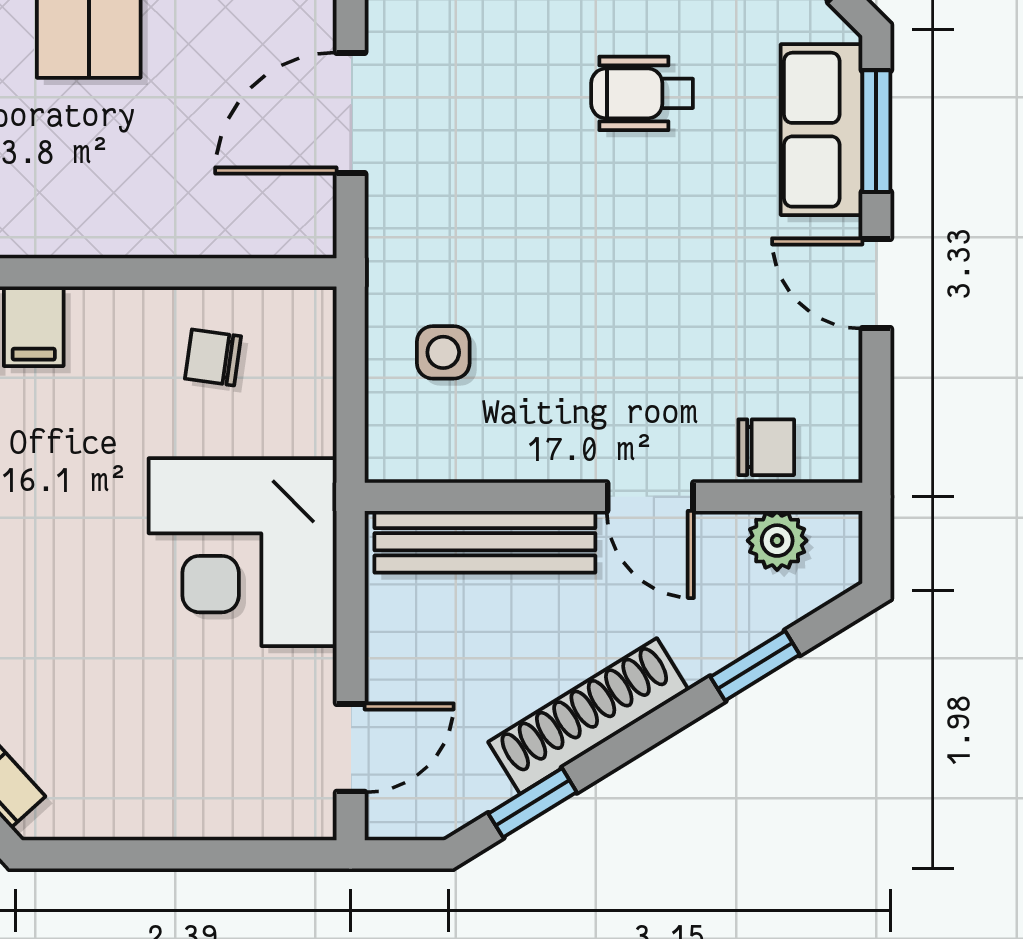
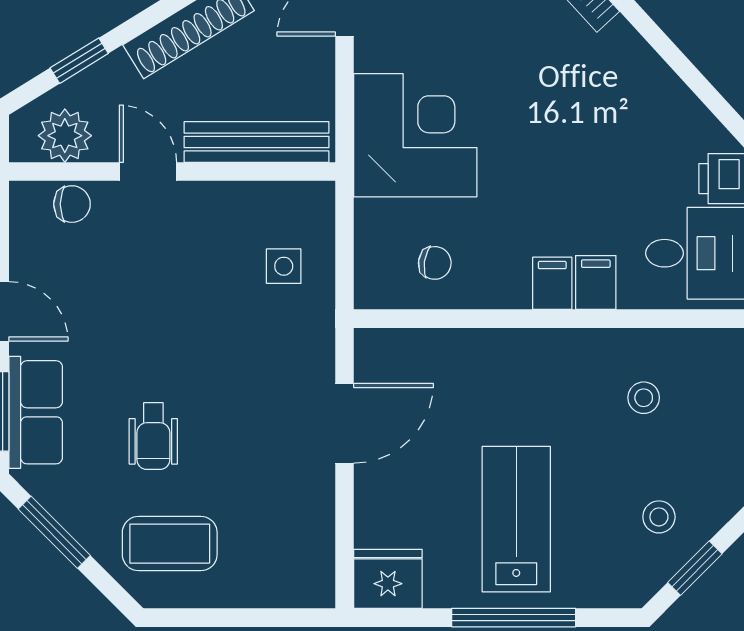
wheelchair: (642, 93) -> (153, 436), turned 90
chair: (766, 447) -> (72, 204), turned 180
plant: (777, 541) -> (65, 136), width x1.38, depth x1.38

